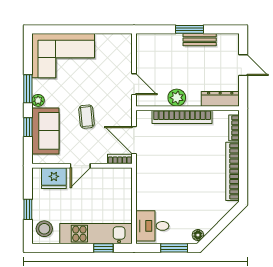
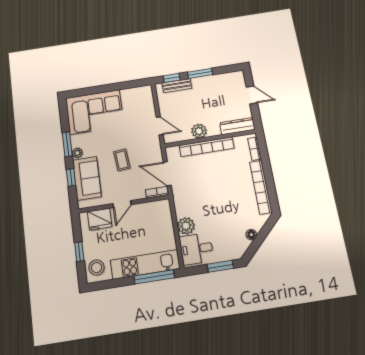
window: (156, 29) -> (172, 78), added
bench: (200, 40) -> (177, 86), moved
plant: (145, 200) -> (186, 226), added
floor lamp: (198, 235) -> (251, 235), moved
window: (103, 248) -> (154, 277), width x2.17

